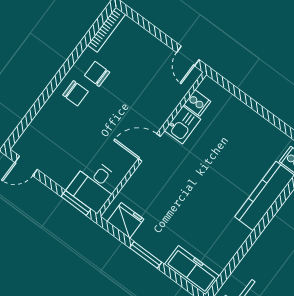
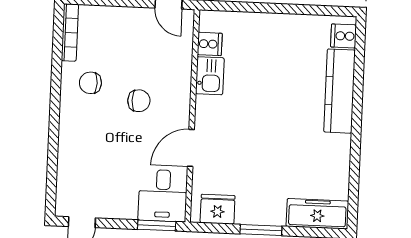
chair: (76, 93) -> (139, 101), moved
door: (149, 148) -> (191, 148), moved

